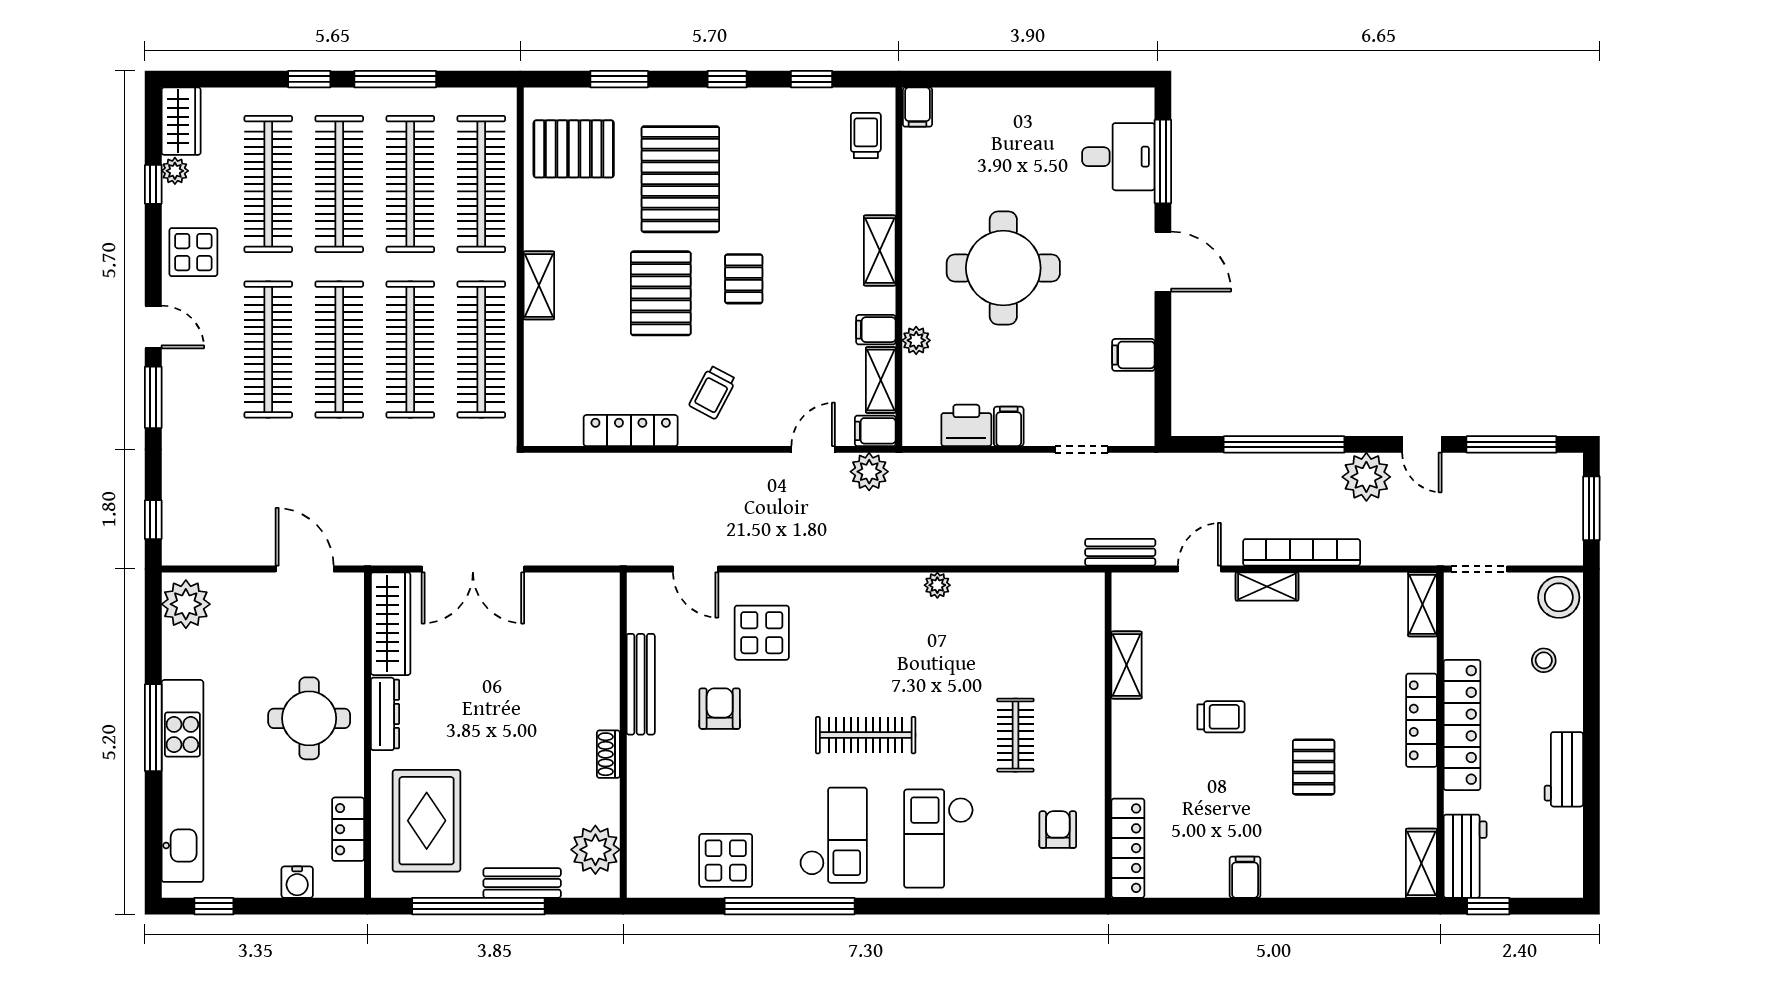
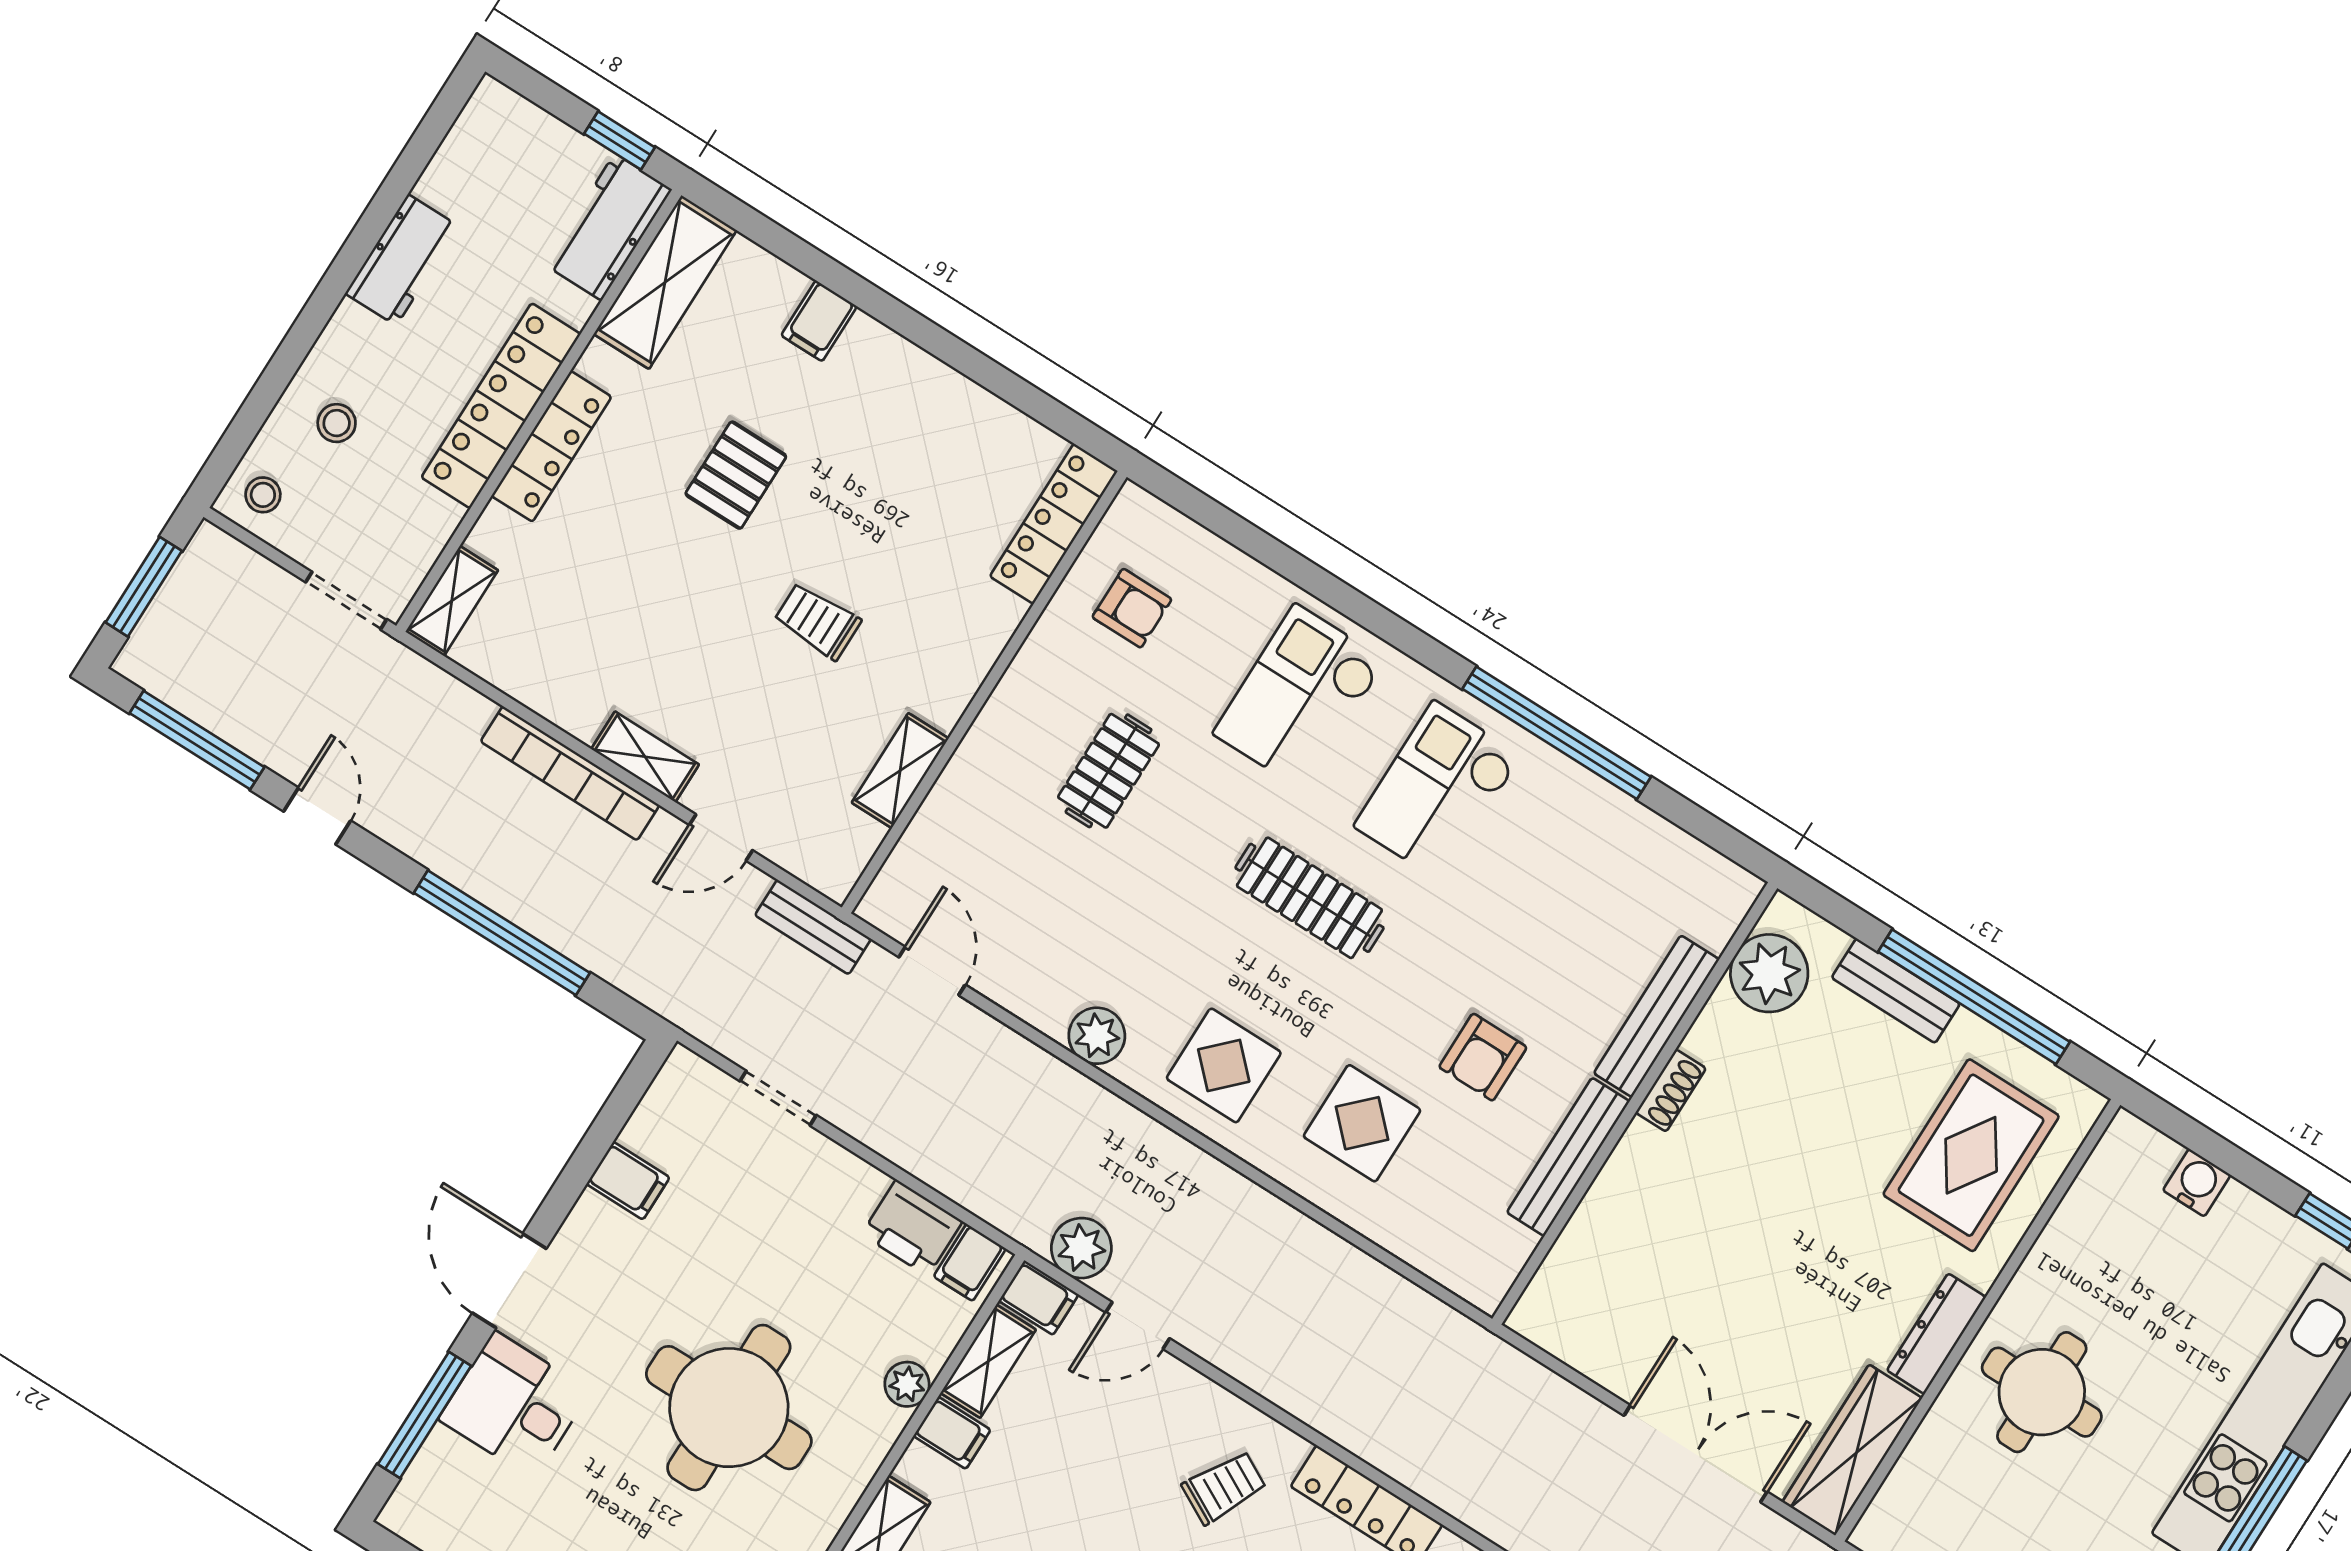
desk: (1118, 157) -> (514, 1405), moved
filing cabinet: (1009, 426) -> (970, 1262), moved
plant: (1366, 477) -> (419, 820), removed
door: (696, 569) -> (932, 971), moved
plant: (937, 585) -> (1097, 1036), width x1.38, depth x1.38
stool: (1559, 597) -> (263, 495), width x0.53, depth x0.53
bench: (641, 789) -> (1656, 1016), added
locker: (348, 829) -> (2083, 1210), removed
armchair: (1058, 830) -> (1132, 608), turned -90
checkout: (939, 839) -> (1299, 697), turned 180
display table: (726, 860) -> (1224, 1065), moved
shelving: (1421, 863) -> (665, 282), width x1.50, depth x1.33
filing cabinet: (1245, 877) -> (819, 321), moved

